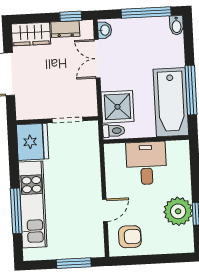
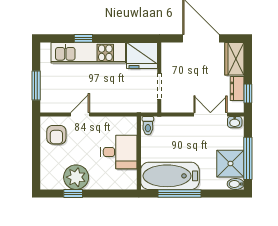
shower: (117, 107) -> (230, 164), moved
door: (105, 210) -> (80, 114), swing flipped
window: (16, 211) -> (83, 38), width x0.46

